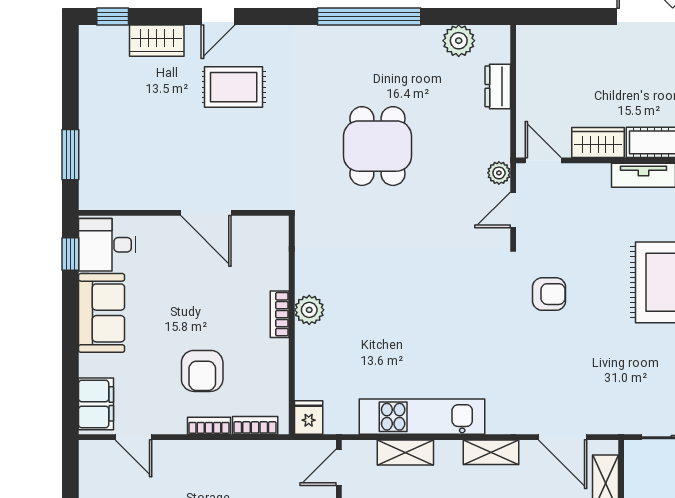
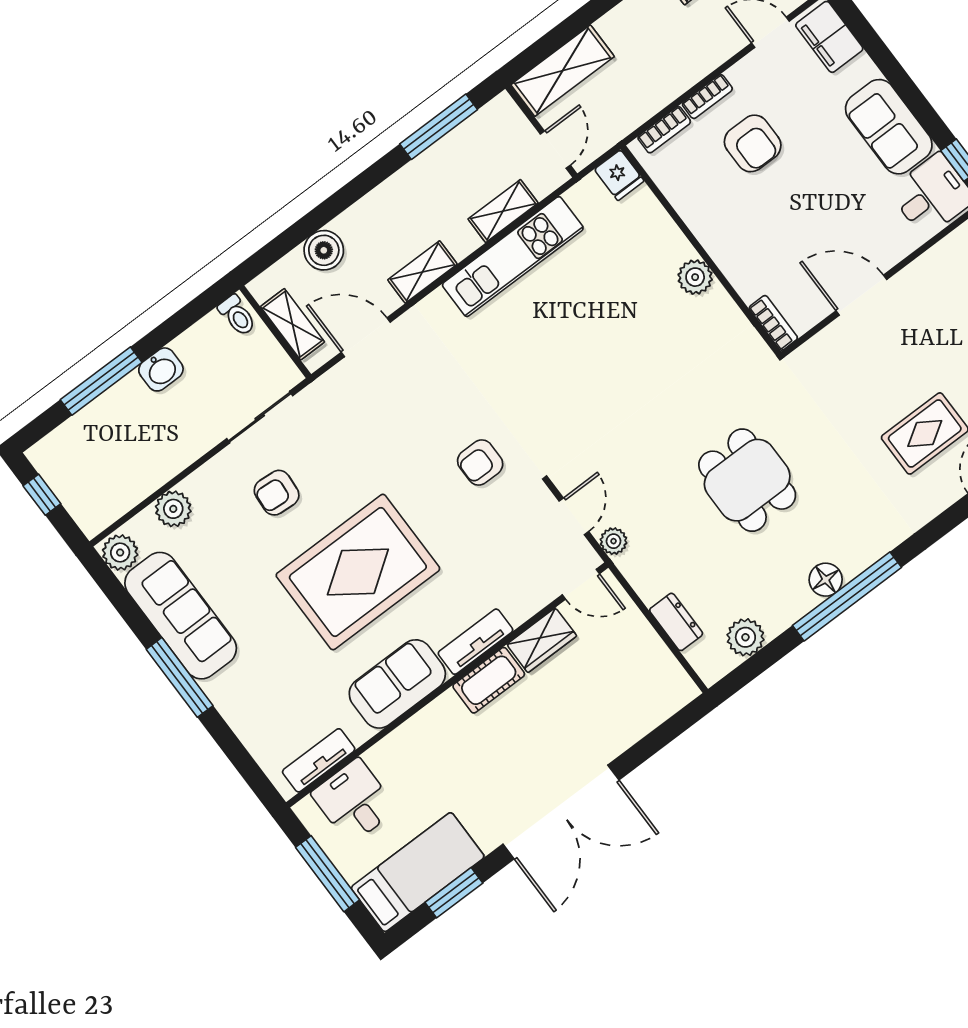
floor lamp: (375, 39) -> (826, 580), added
bookcase: (280, 314) -> (773, 323), moved
armchair: (202, 371) -> (753, 143), turned 180

